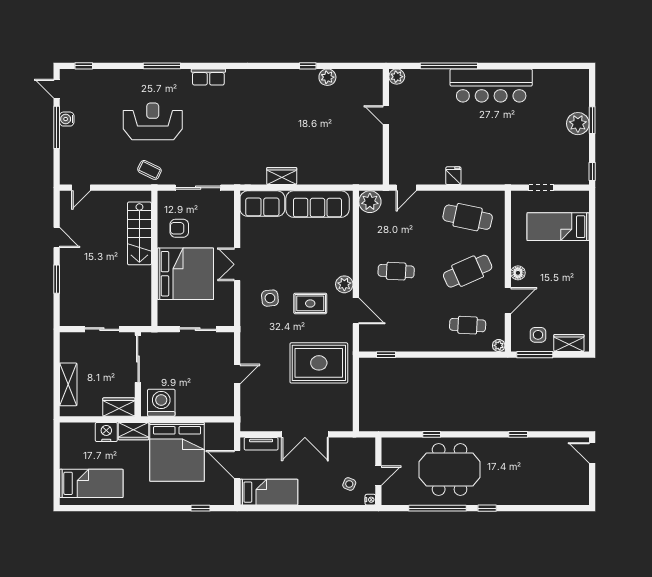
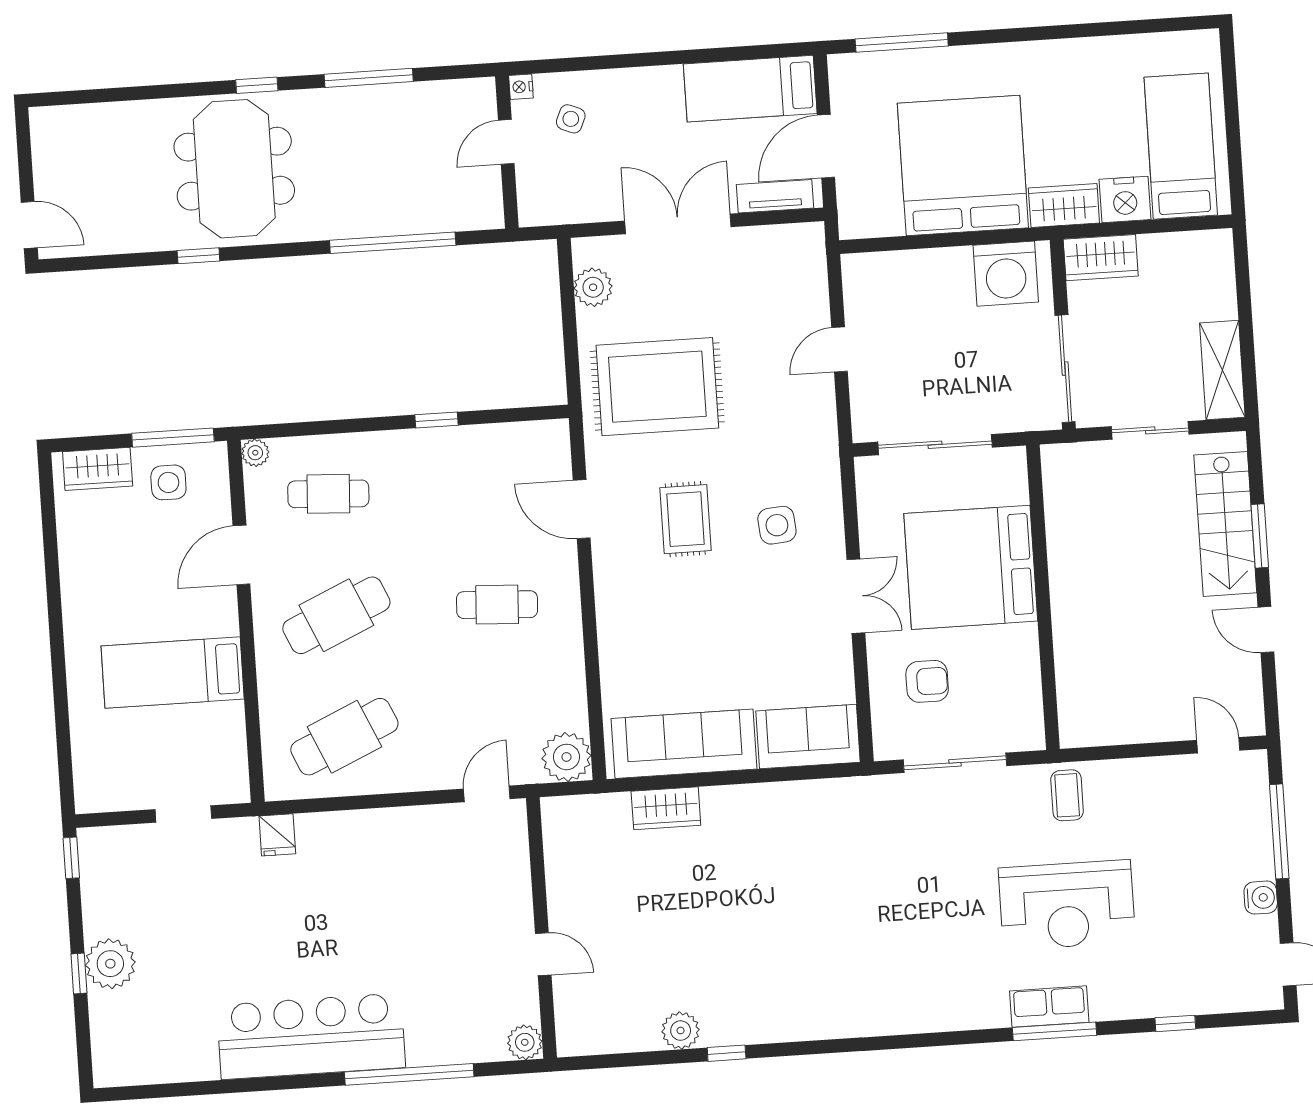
window: (84, 66) -> (1175, 1023), moved
row of seats: (208, 77) -> (1049, 1007), moved
window: (592, 120) -> (79, 974), width x0.67
window: (57, 127) -> (1279, 831), moved
coffee table: (149, 170) -> (1067, 795), turned 64
wardrobe: (282, 176) -> (666, 808), moved
fridge: (453, 176) -> (277, 835), moved
door: (81, 188) -> (1218, 745), hinge flipped
cafe table: (468, 217) -> (344, 737), turned -36
bed: (558, 227) -> (173, 673), moved, turned 180
armchair: (179, 228) -> (927, 681), moved
stairs: (139, 233) -> (1225, 524), moved, turned 180
floor lamp: (518, 273) -> (223, 619), removed
plant: (344, 284) -> (593, 287), moved
rug: (310, 303) -> (685, 519), turned 90
sliding door: (198, 329) -> (935, 445), width x1.37
window: (386, 355) -> (436, 420), moved
shelving: (68, 384) -> (1222, 370), moved
window: (432, 434) -> (393, 243), width x3.17
door: (237, 464) -> (826, 146), swing flipped
meeting table: (450, 469) -> (234, 169), moved, turned 90
bed: (91, 483) -> (1181, 146), moved, turned 90
window: (201, 508) -> (902, 42), width x2.17
window: (437, 508) -> (369, 78), width x0.68

